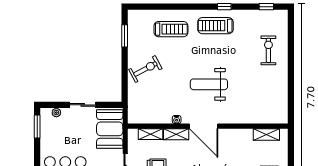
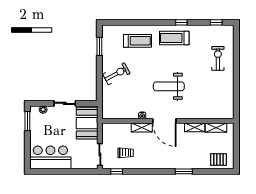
shelving: (150, 134) -> (195, 127), moved

